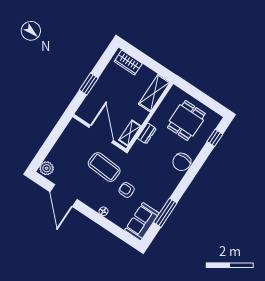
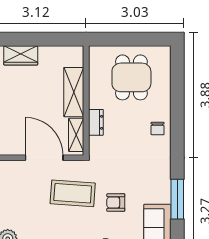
shelving: (154, 93) -> (74, 92), moved
window: (215, 138) -> (177, 76), removed
chair: (182, 162) -> (158, 129), width x0.54, depth x0.54

